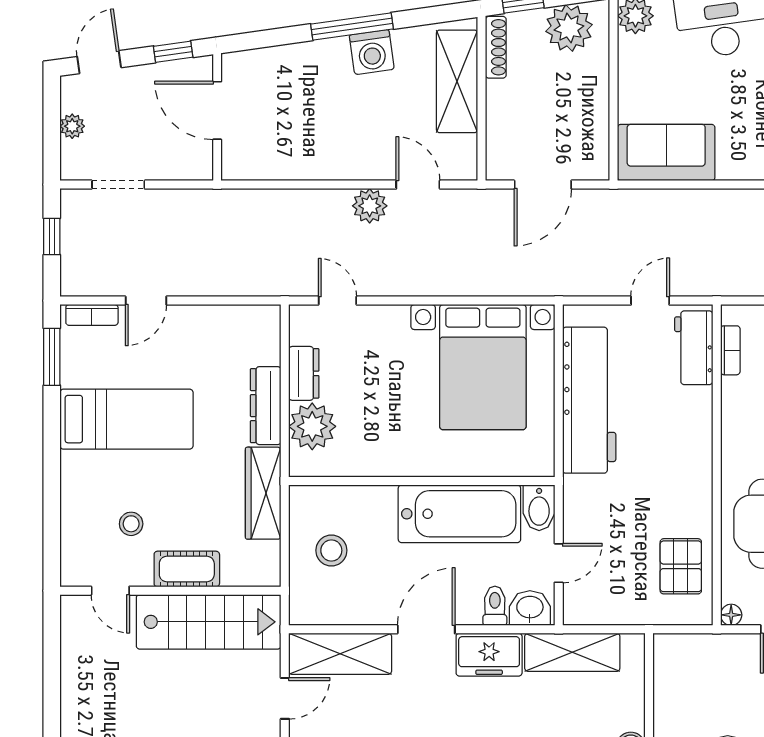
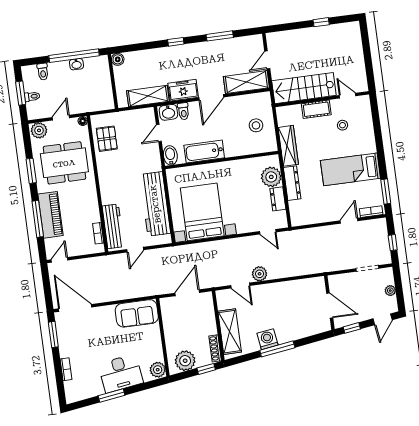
workbench: (694, 348) -> (113, 226), width x1.38
bathtub: (459, 514) -> (204, 152), width x0.73, depth x0.73

